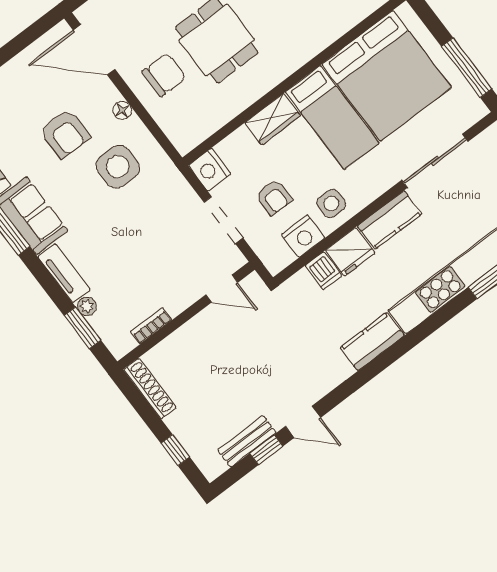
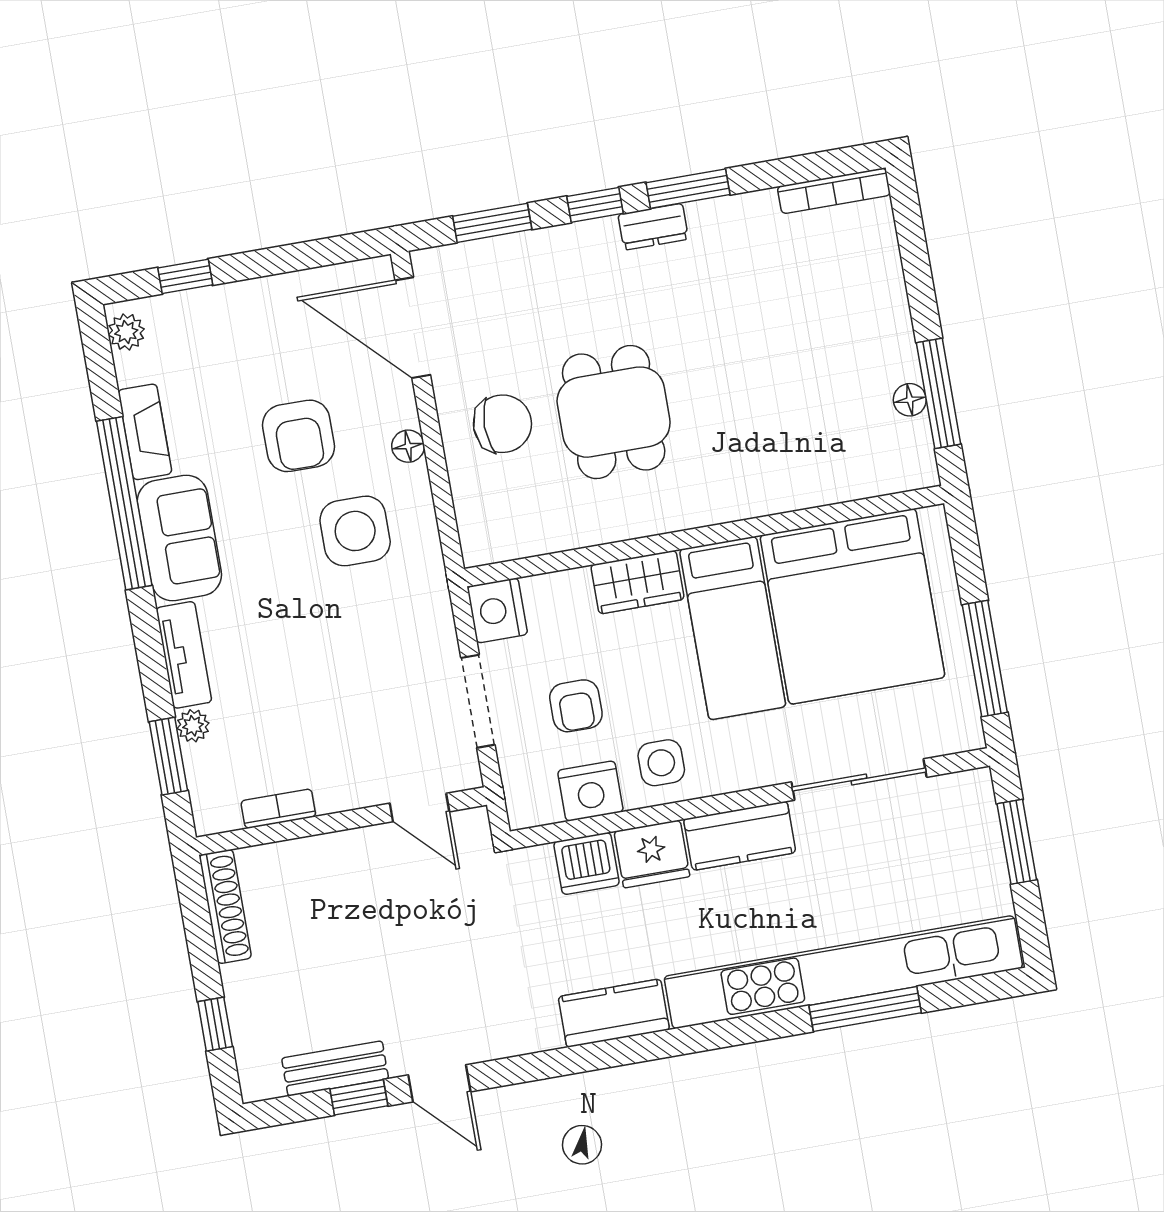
dishwasher: (323, 271) -> (586, 863), width x1.38

